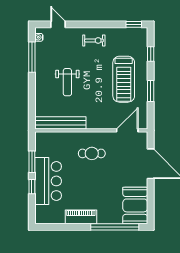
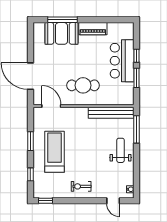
window: (32, 57) -> (137, 129), moved
weight bench: (67, 82) -> (121, 150), moved
door: (127, 130) -> (51, 106), swing flipped
cafe table: (92, 153) -> (83, 85), width x1.37, depth x1.35
booth: (135, 205) -> (61, 33), moved, turned 90
window: (115, 227) -> (62, 20), width x0.68

